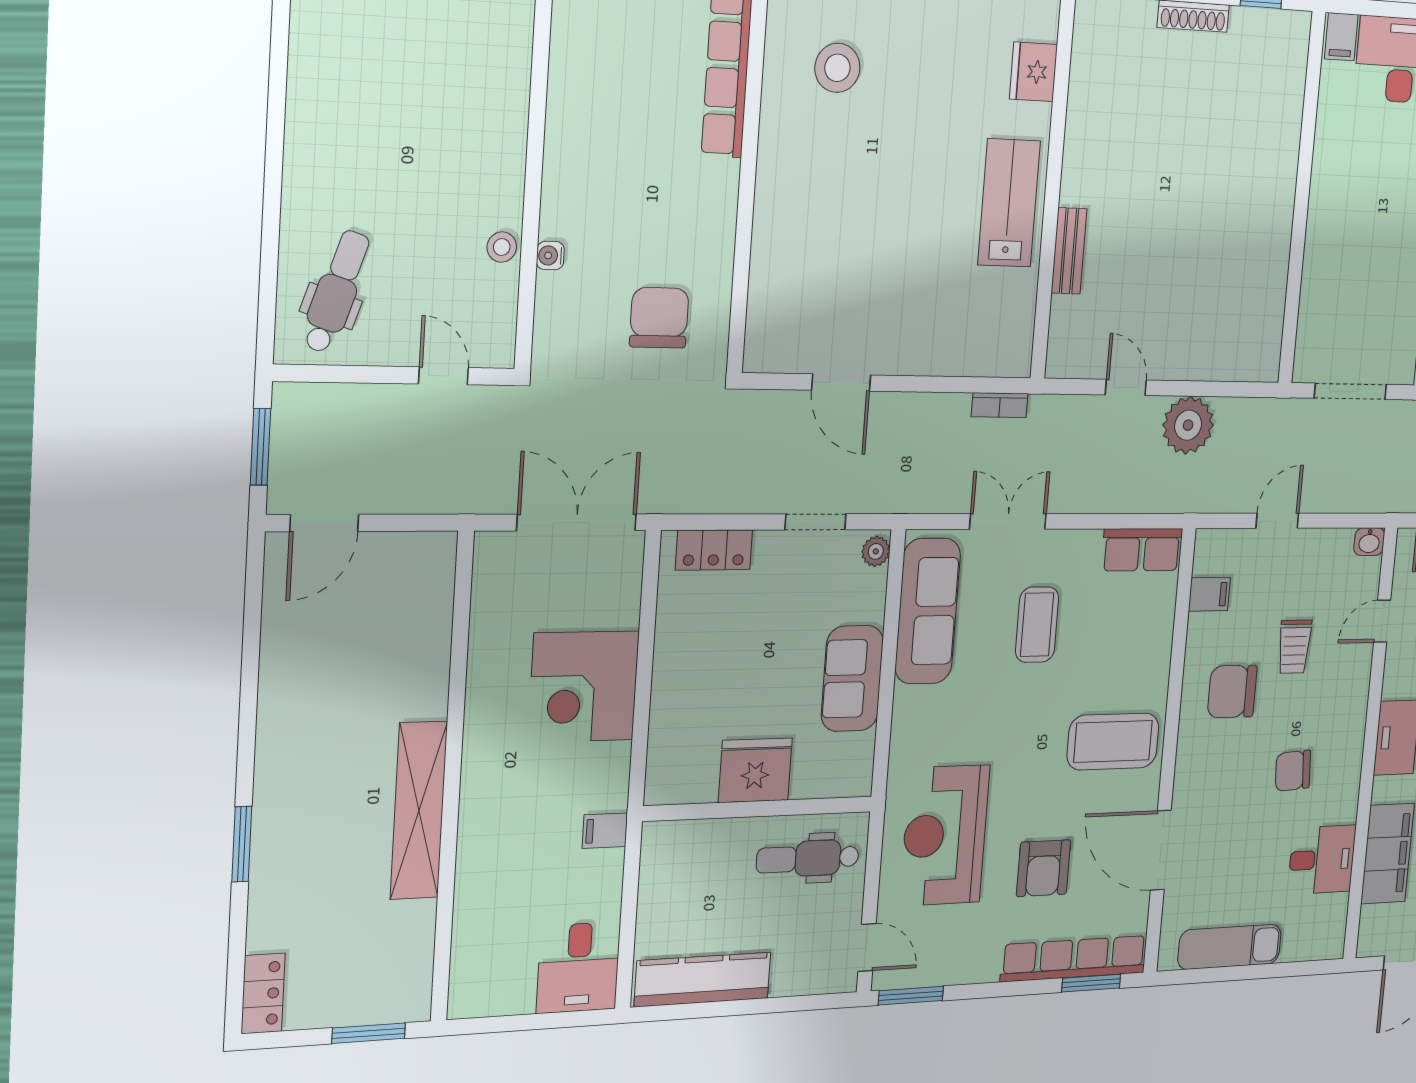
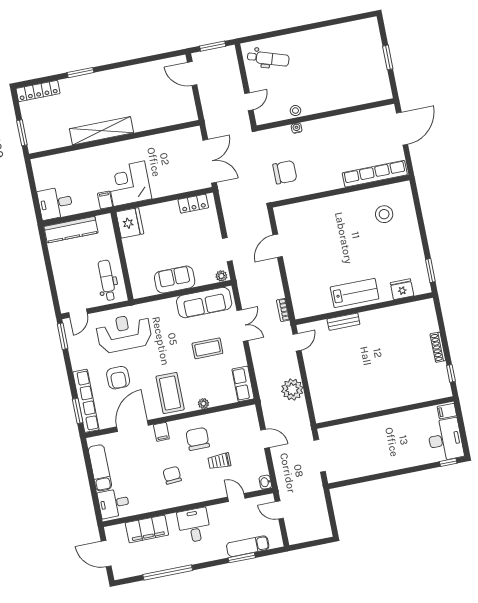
door: (1126, 387) -> (297, 342), moved
locker: (714, 550) -> (193, 204), moved, turned -90
filing cabinet: (1209, 594) -> (161, 432), moved
plant: (1159, 661) -> (203, 404), added
corner desk: (584, 687) -> (129, 184), moved
fridge: (755, 770) -> (130, 223), moved
desk: (1322, 860) -> (114, 503), moved, turned 90
armchair: (1044, 868) -> (118, 378), turned -90
kitchen counter: (703, 980) -> (71, 230), moved, turned 90
locker: (263, 993) -> (38, 91), width x1.53

